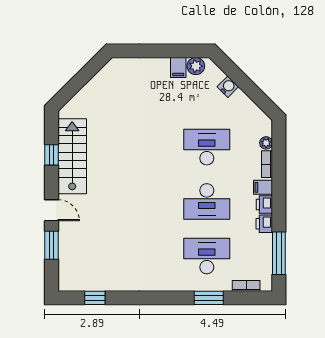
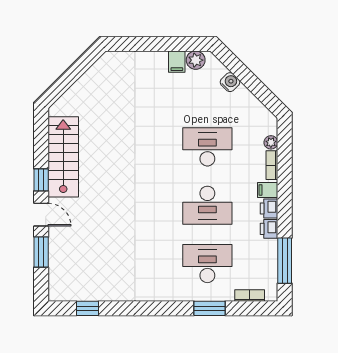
window: (51, 155) -> (41, 180), moved

